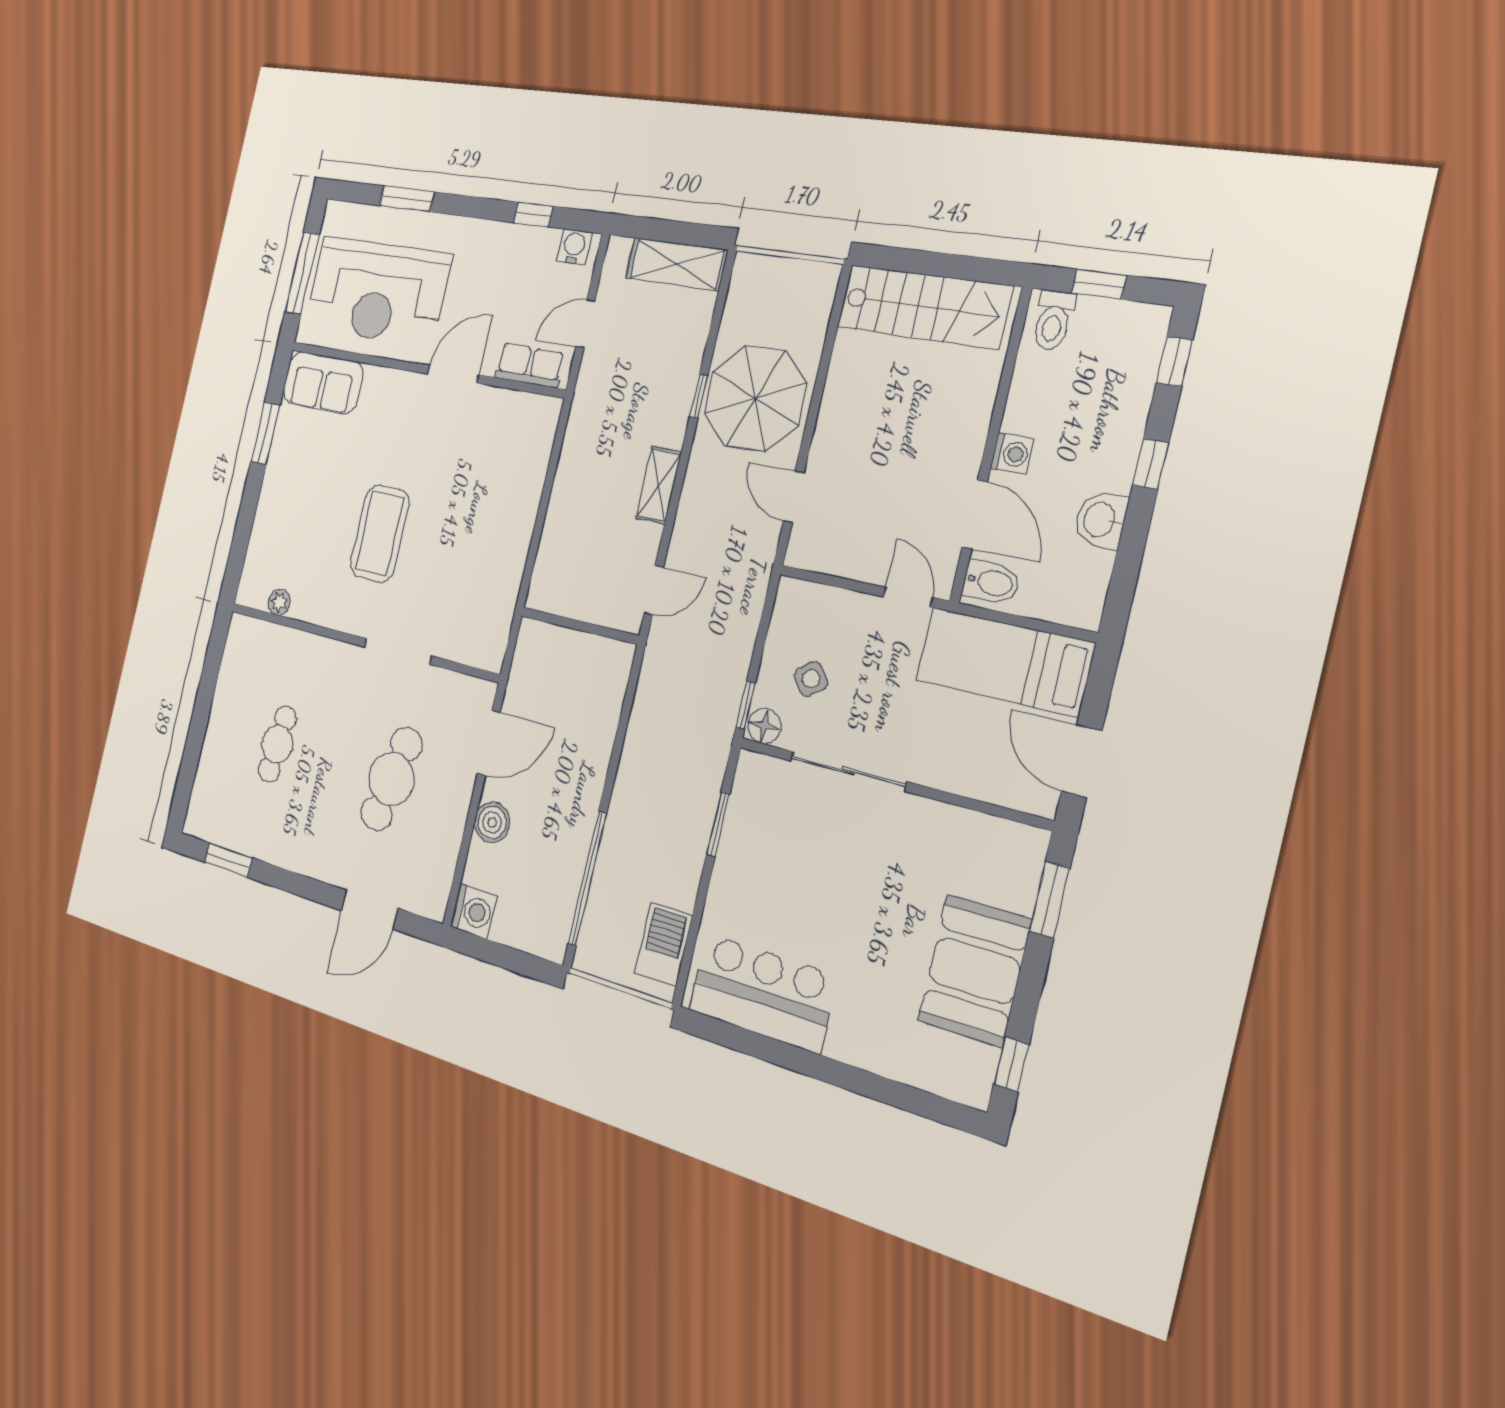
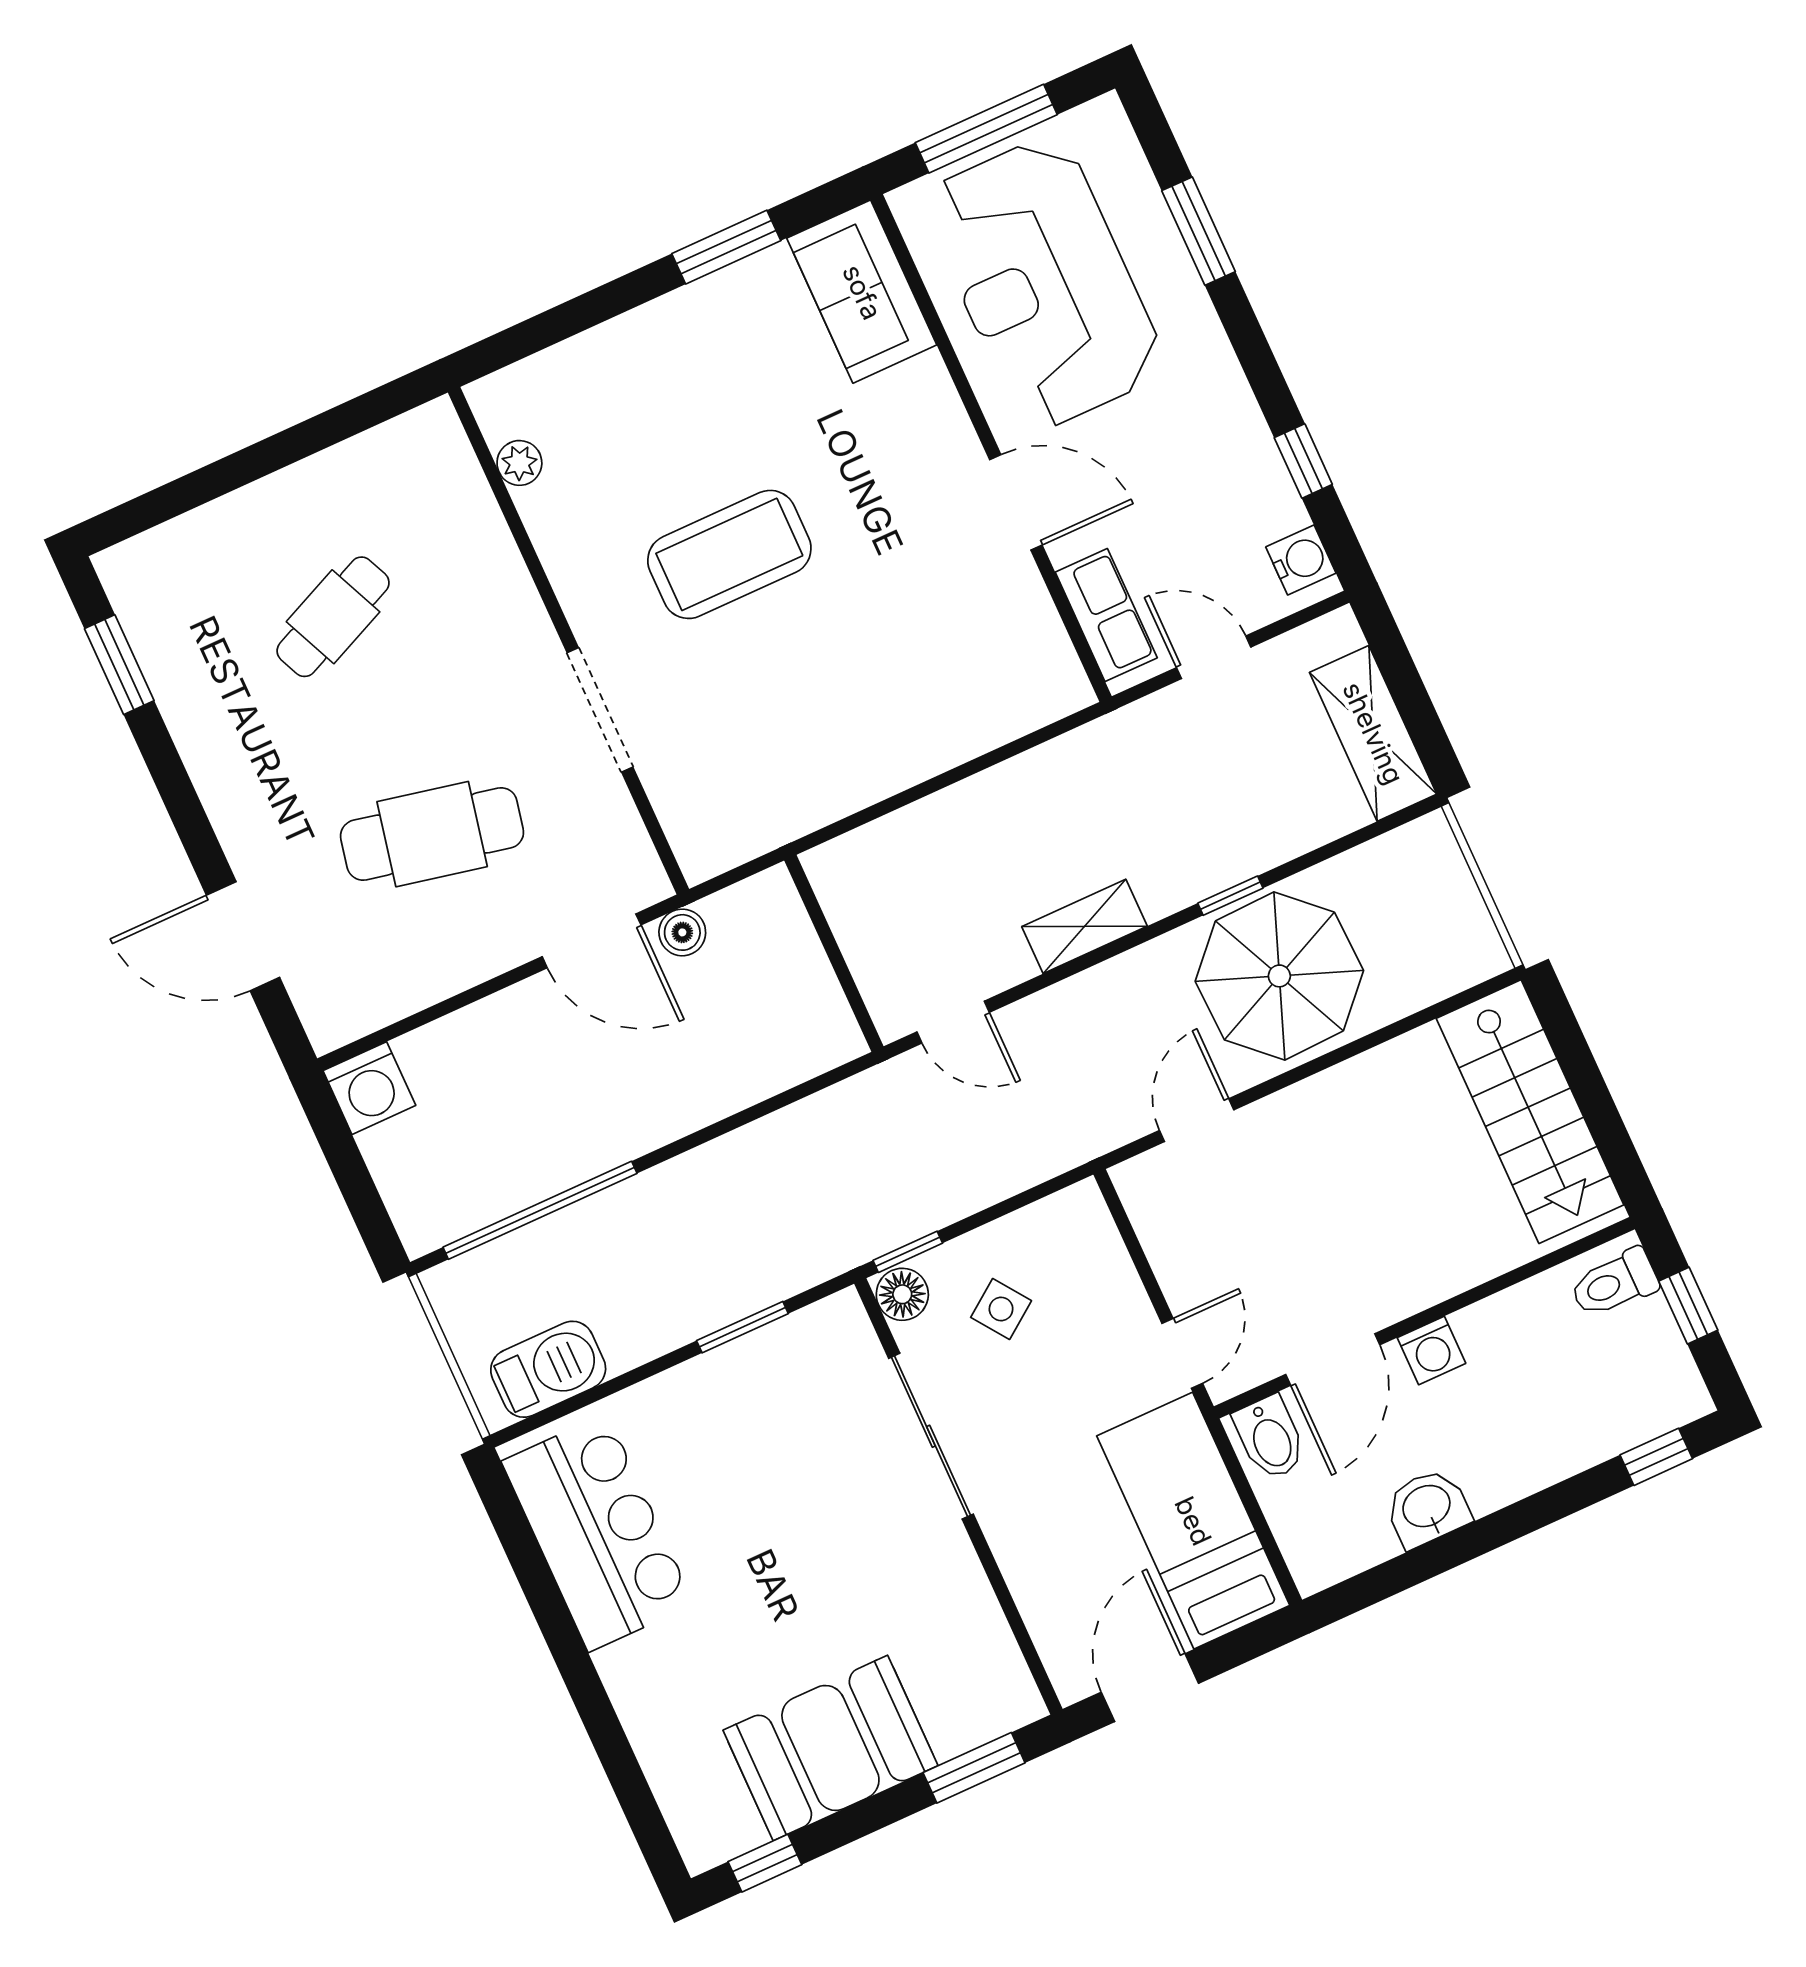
window: (1151, 464) -> (1526, 1516), removed
cafe table: (277, 744) -> (333, 617), turned -30
boiler: (492, 822) -> (682, 932), moved, width x0.73, depth x0.73

